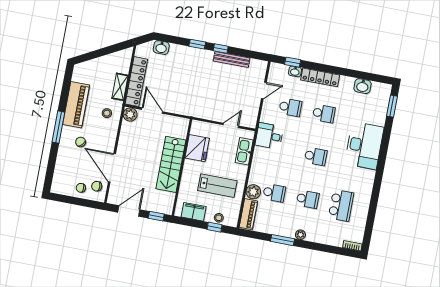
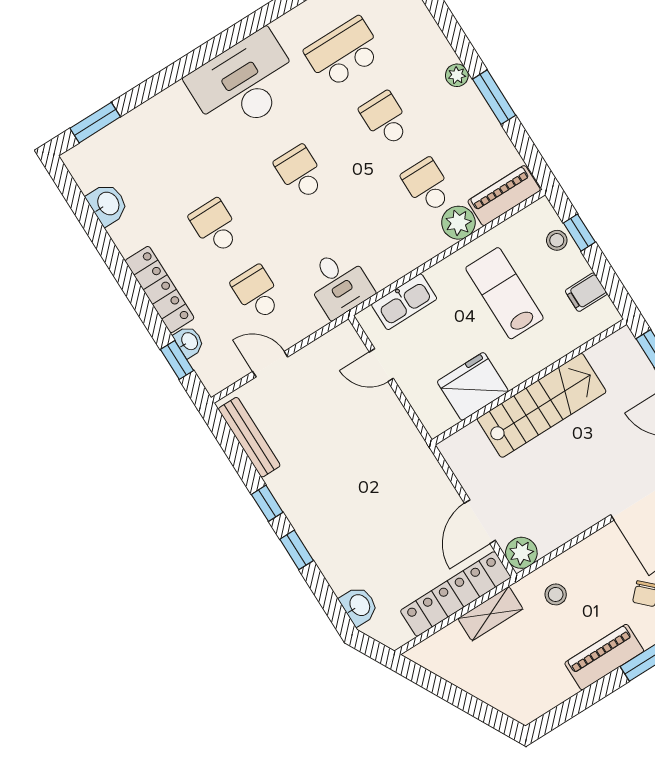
bench: (232, 59) -> (249, 437), moved
piano: (76, 105) -> (604, 657), width x0.73, depth x0.75
desk: (364, 146) -> (244, 83), moved
filing cabinet: (194, 212) -> (586, 292), width x0.50

